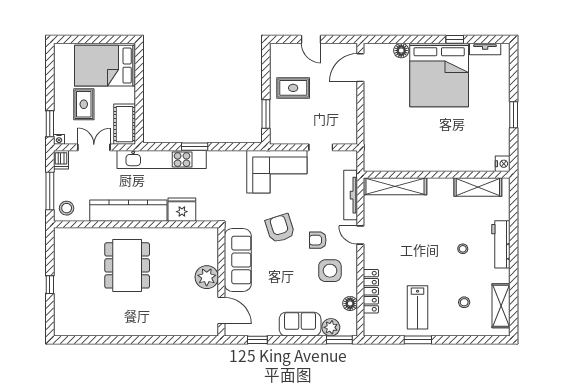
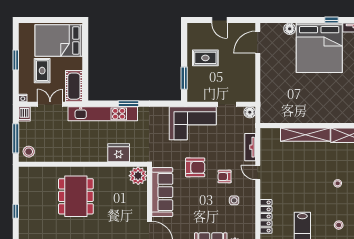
window: (50, 124) -> (16, 60), moved
shelving: (395, 186) -> (305, 135), moved
tv unit: (351, 195) -> (250, 147), width x0.71
kitchen counter: (128, 211) -> (77, 154), removed
armchair: (280, 228) -> (195, 167), turned 108
side table: (330, 271) -> (234, 200), width x0.54, depth x0.54
plant: (207, 277) -> (138, 176), moved
floor lamp: (350, 303) -> (250, 112), moved

